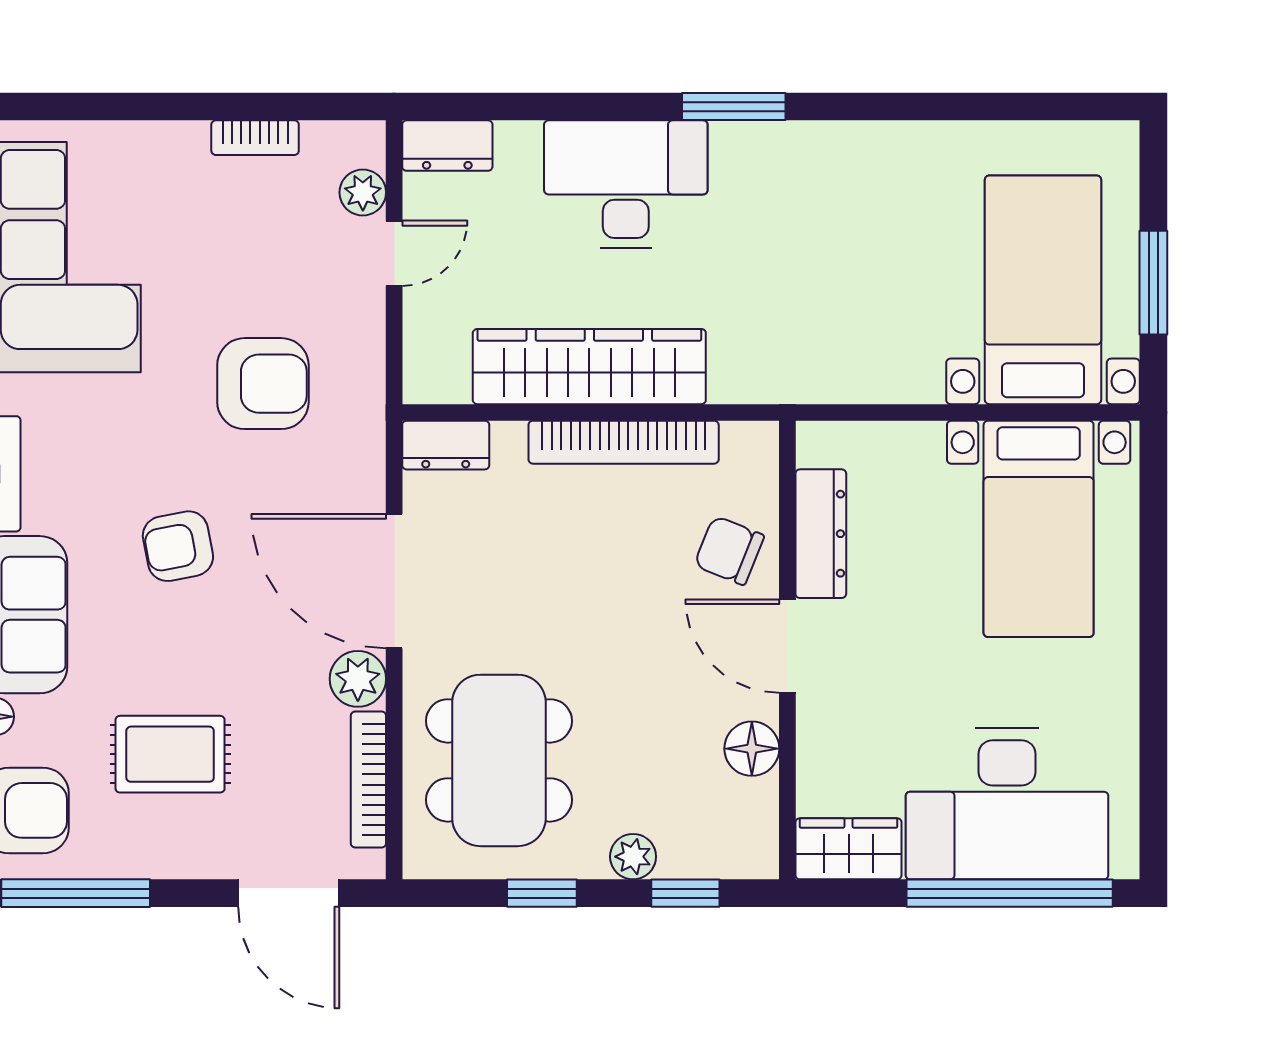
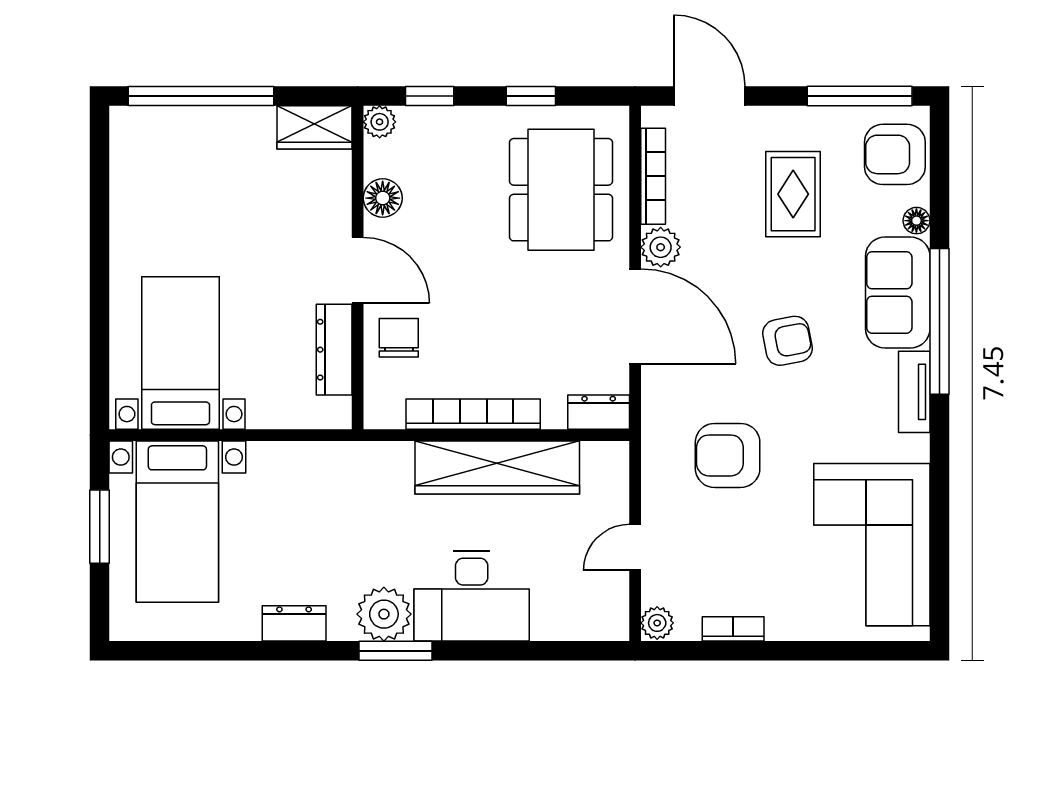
dresser: (447, 146) -> (294, 623), moved
plant: (750, 159) -> (384, 614), added
plant: (363, 192) -> (657, 623), moved
chair: (729, 550) -> (399, 338), turned -112
rug: (170, 754) -> (793, 194), turned 90
desk: (1007, 804) -> (203, 159), removed
plant: (633, 857) -> (380, 122), moved

